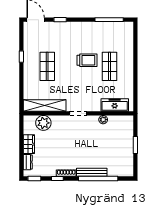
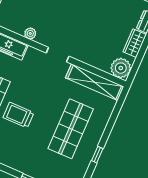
shop shelf: (47, 66) -> (71, 129), width x1.43, depth x1.36
plant: (43, 123) -> (121, 68), moved

